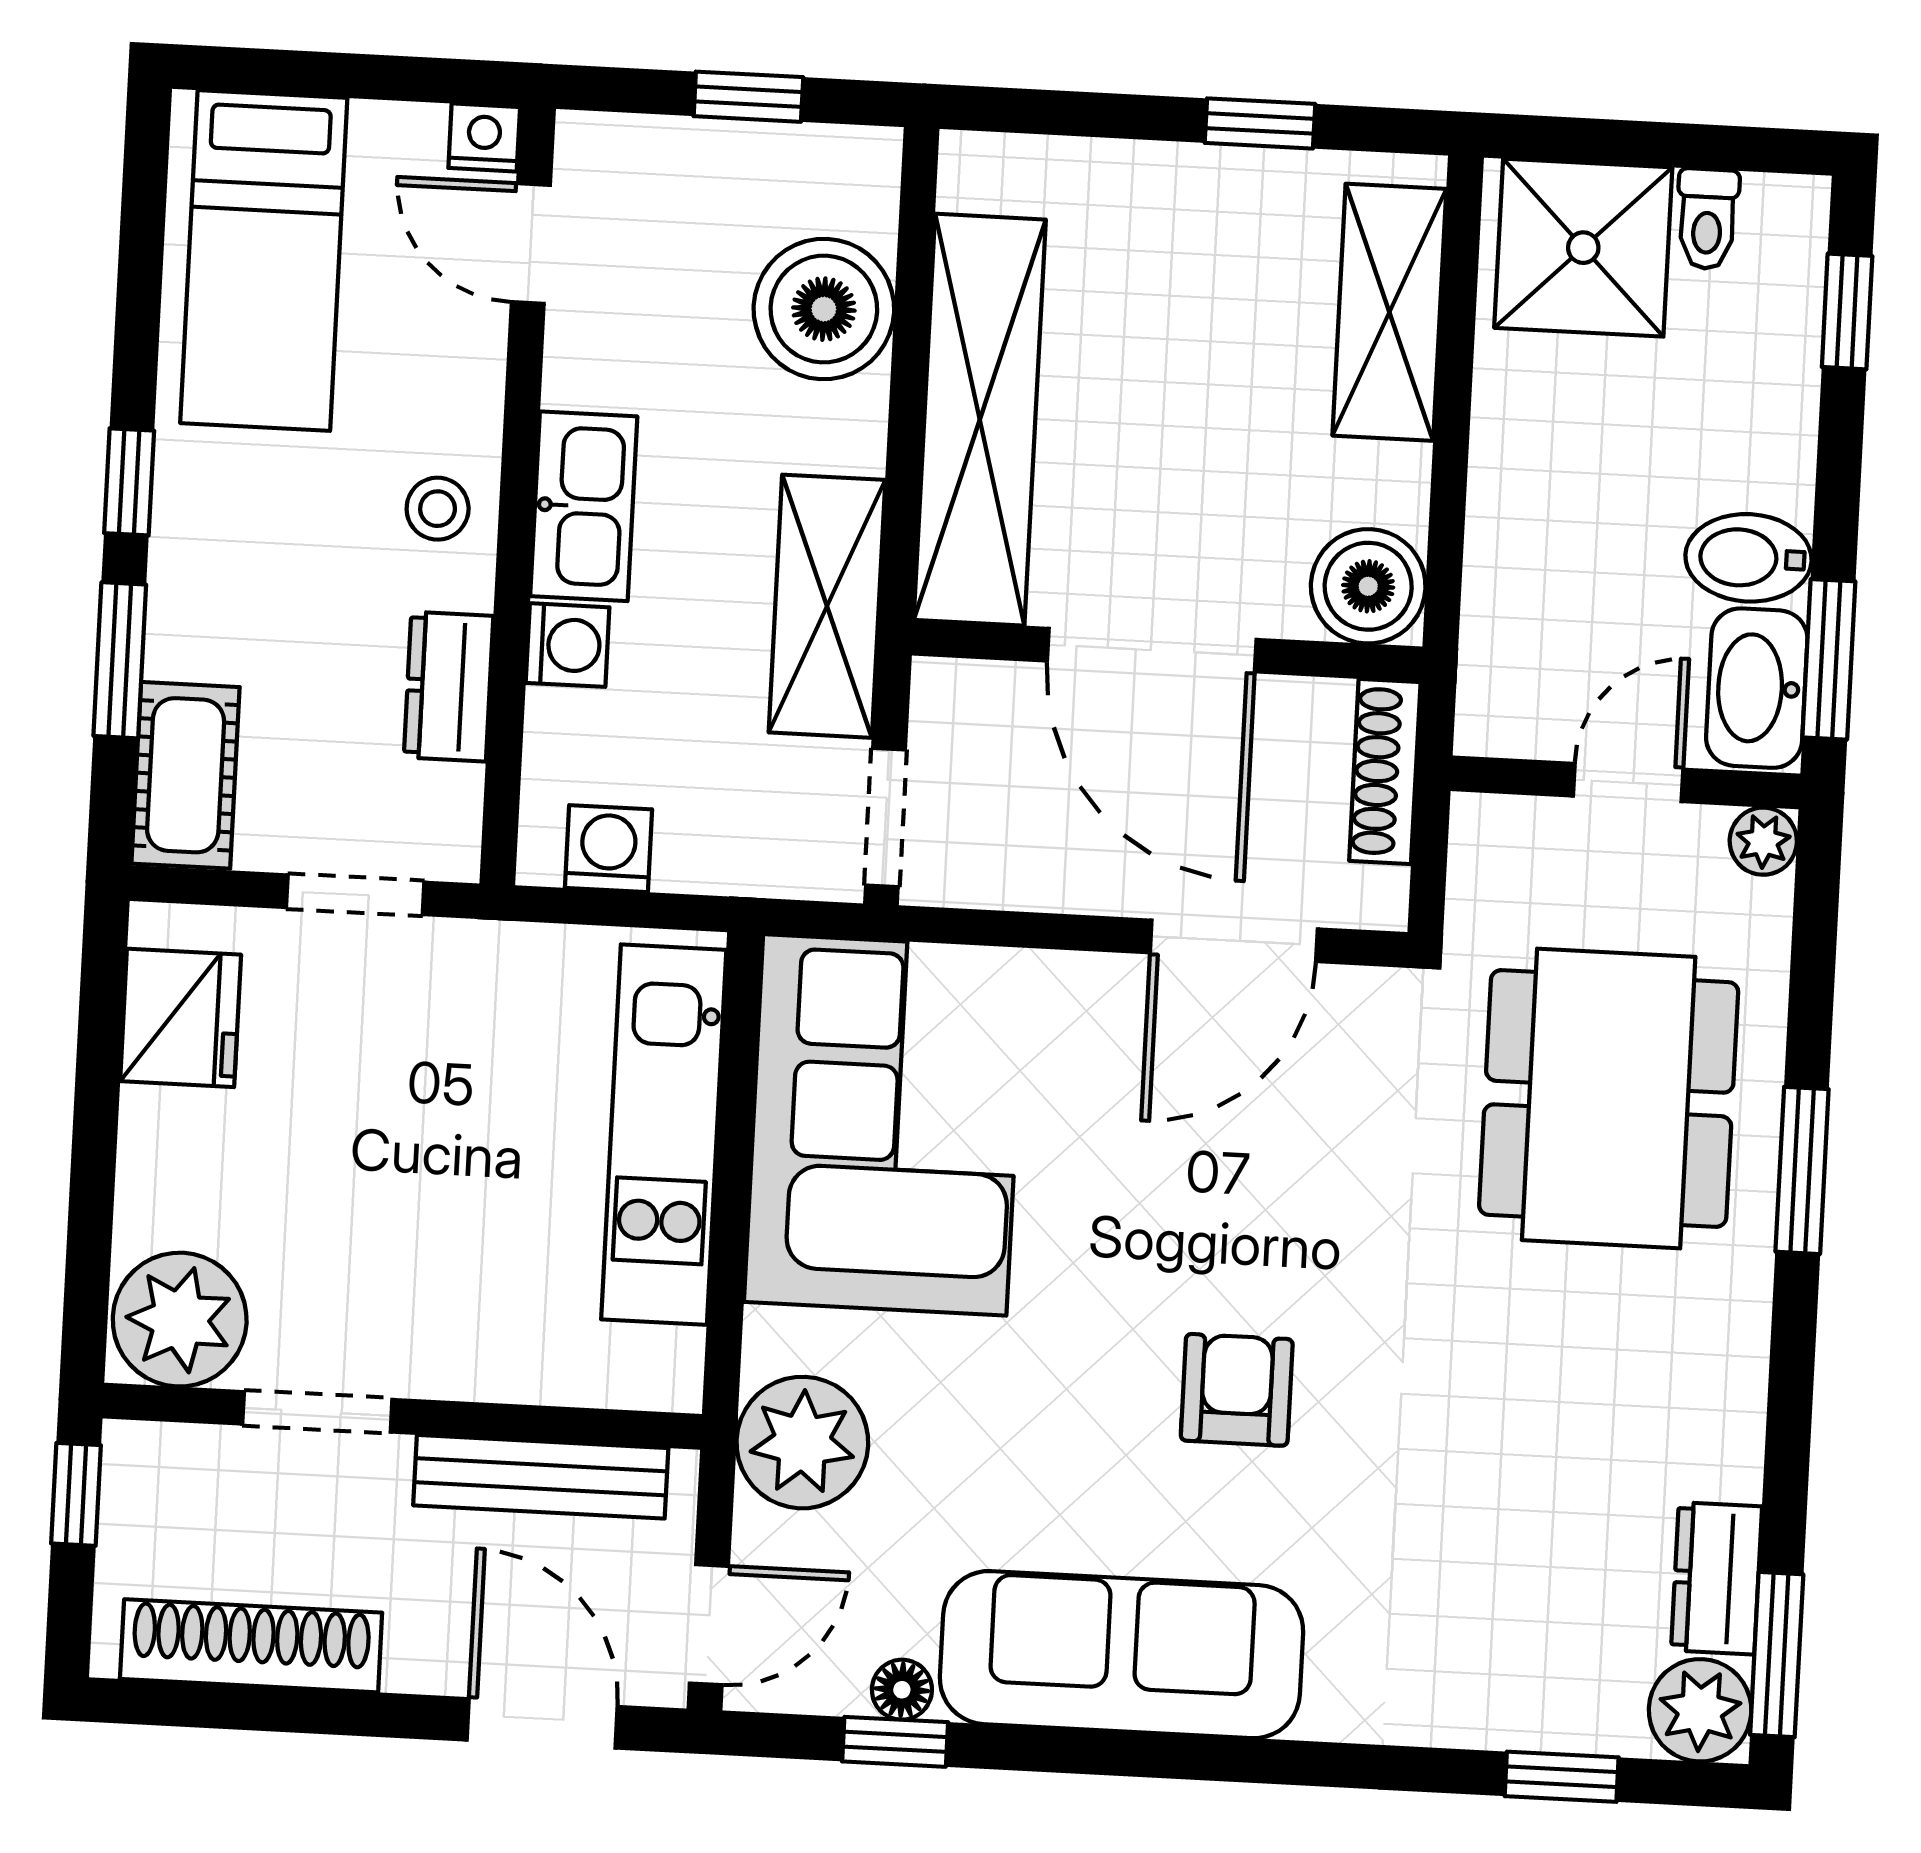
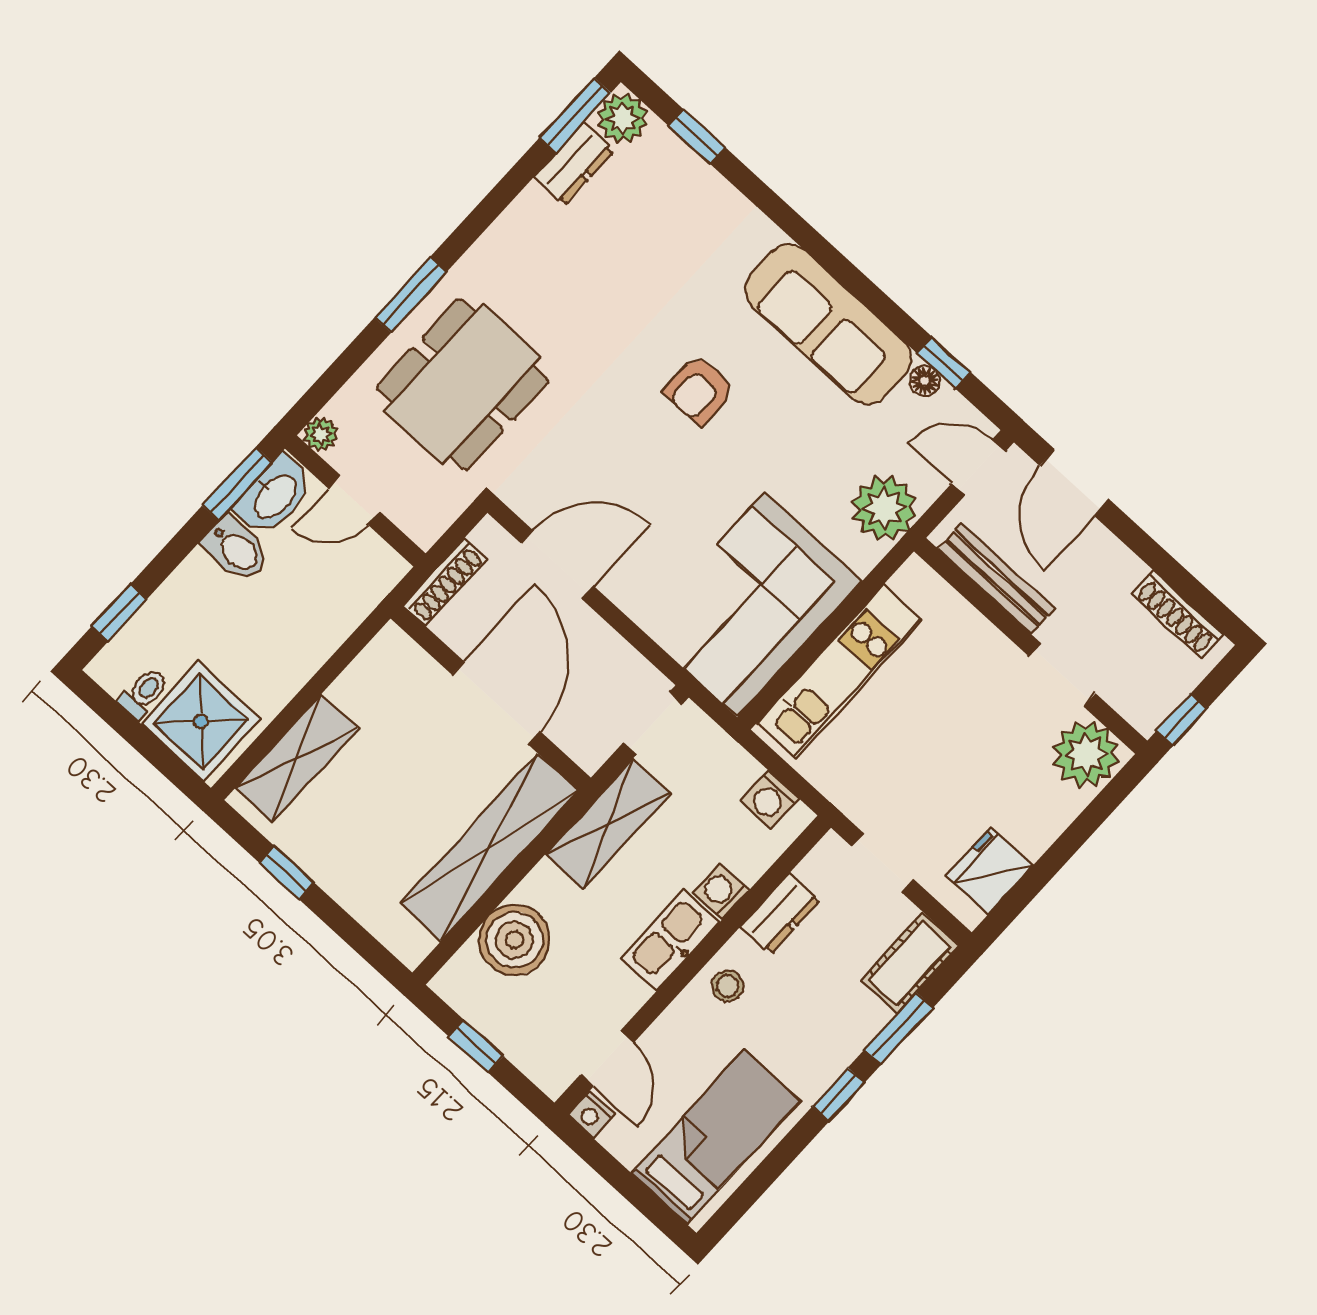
boiler: (1368, 586) -> (392, 659), removed
shoe rack: (251, 1646) -> (1178, 614), width x0.74, depth x0.81

